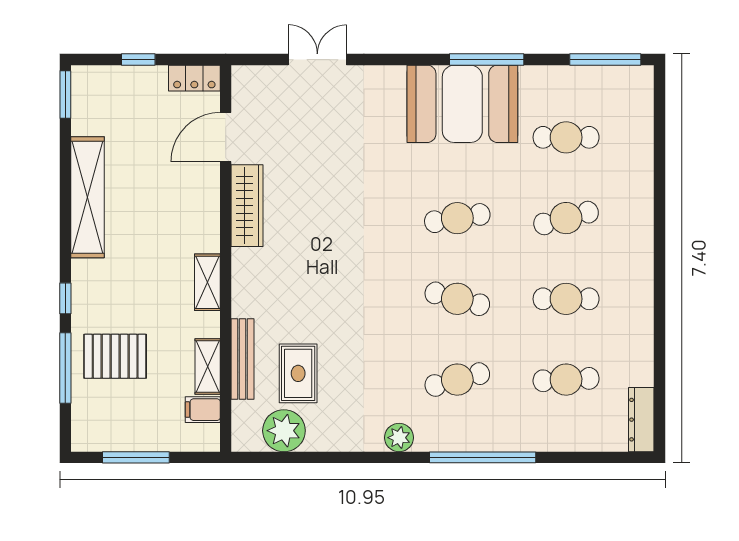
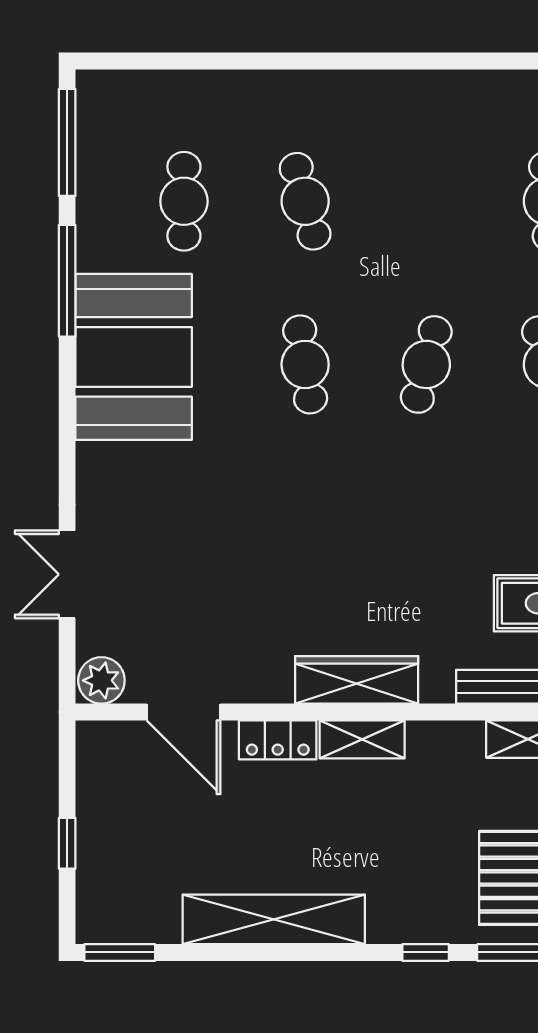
window: (487, 60) -> (67, 281), moved
locker: (194, 78) -> (278, 740), moved, turned 90
plant: (247, 82) -> (101, 680), added
wardrobe: (247, 206) -> (357, 680), moved
shelving: (207, 282) -> (362, 739), moved
cafe table: (566, 299) -> (426, 201), removed

